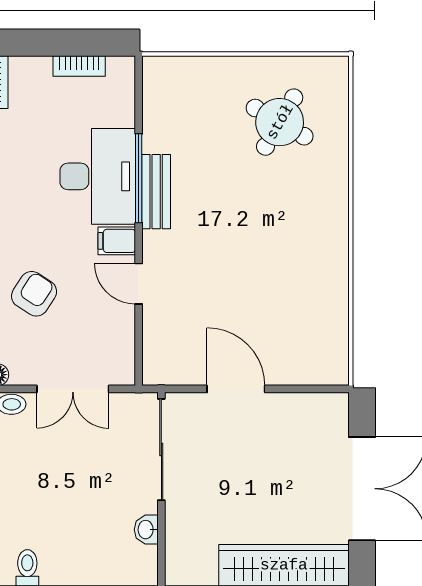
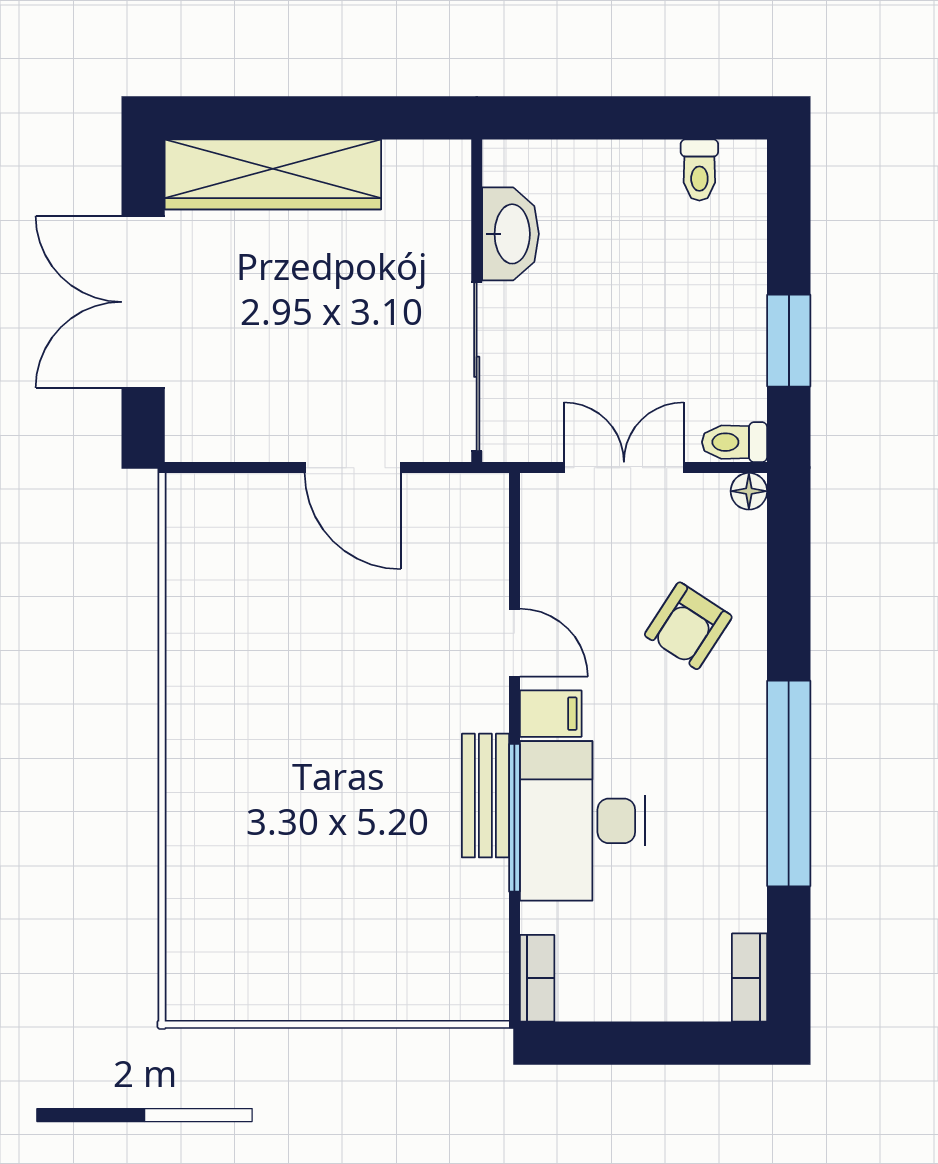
bookcase: (79, 66) -> (537, 978), moved, turned 90
round table: (280, 122) -> (280, 911), removed
washbasin: (146, 530) -> (511, 234), width x1.91, depth x1.45

